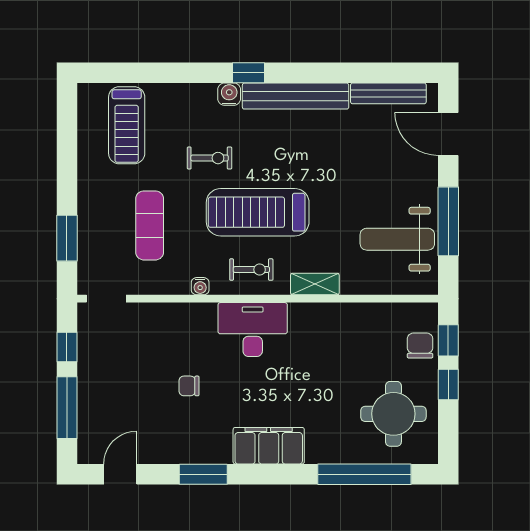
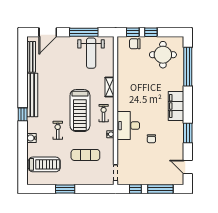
water cooler: (229, 94) -> (31, 138), moved
window: (67, 238) -> (65, 189), moved
desk: (253, 330) -> (128, 126), moved

